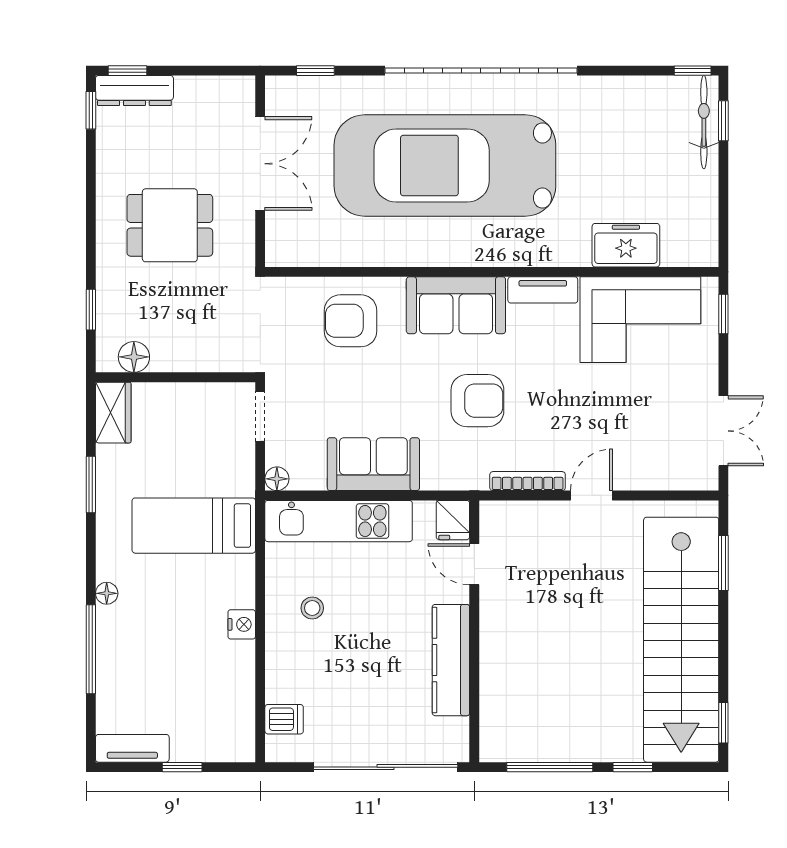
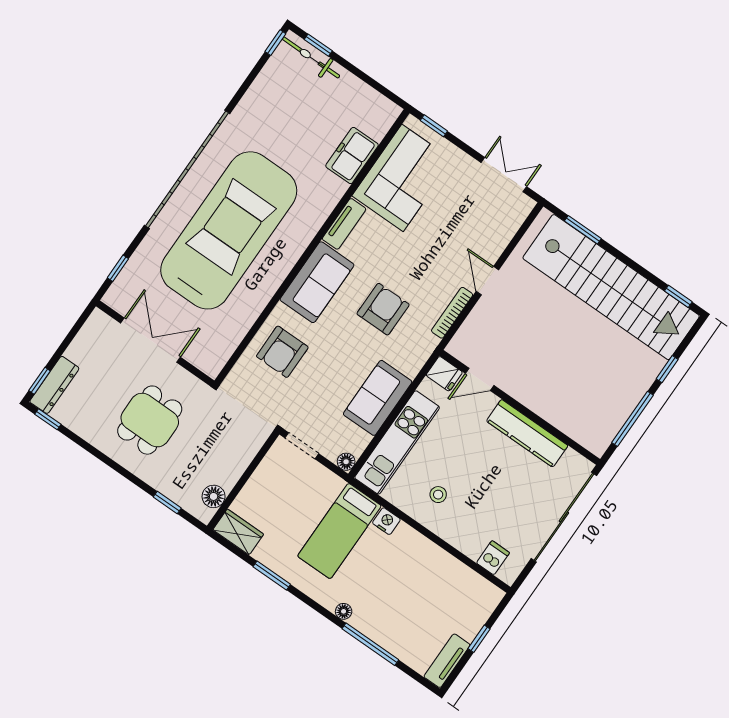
car: (445, 165) -> (229, 230), turned 180
nightstand: (242, 624) -> (386, 521), moved

